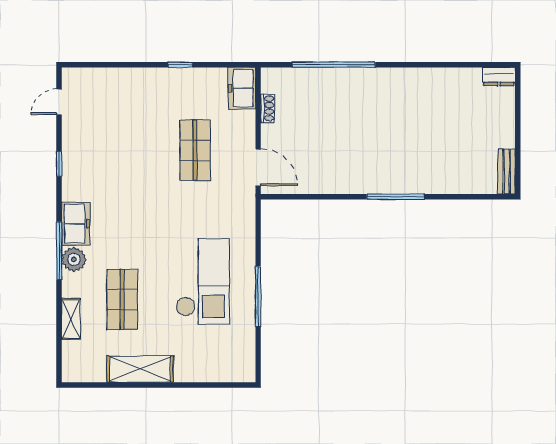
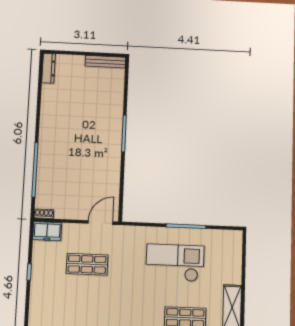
dresser: (499, 76) -> (49, 68), width x1.44
shoe rack: (268, 108) -> (44, 214), moved
bench: (507, 171) -> (105, 62), width x1.36

